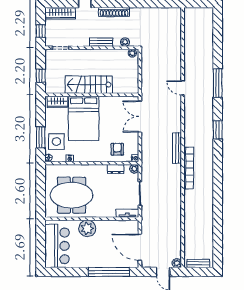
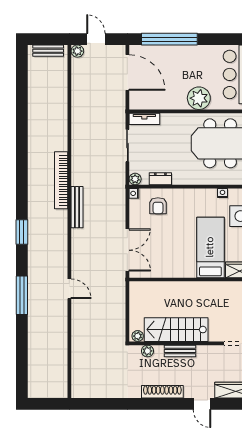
stairs: (89, 85) -> (176, 330), moved, turned 180
bed: (84, 118) -> (210, 247), width x0.67

